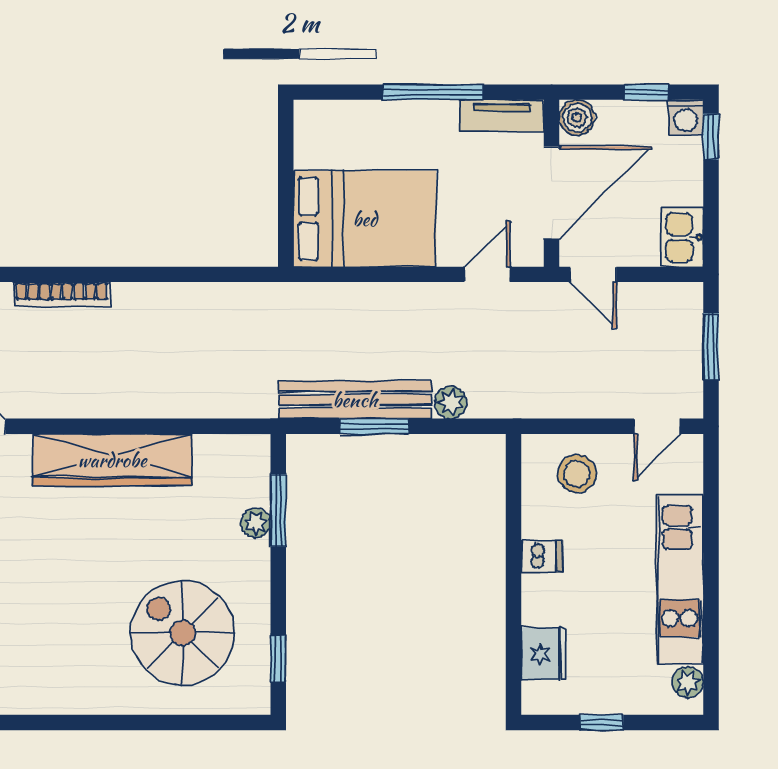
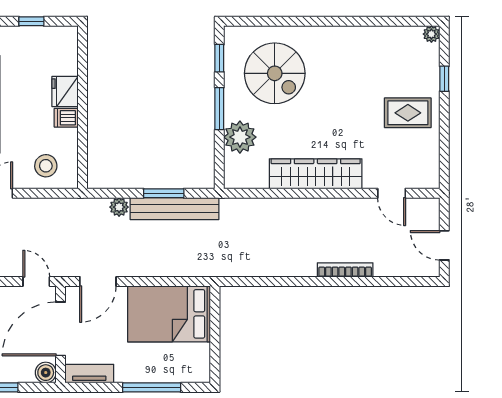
window: (433, 92) -> (152, 387), moved
door: (487, 274) -> (98, 281), width x1.38
window: (278, 510) -> (219, 109), moved
plant: (256, 523) -> (240, 137), width x1.87, depth x1.87
fridge: (544, 654) -> (65, 92), moved

